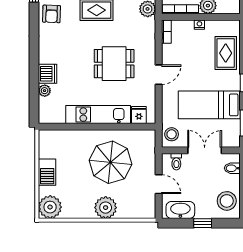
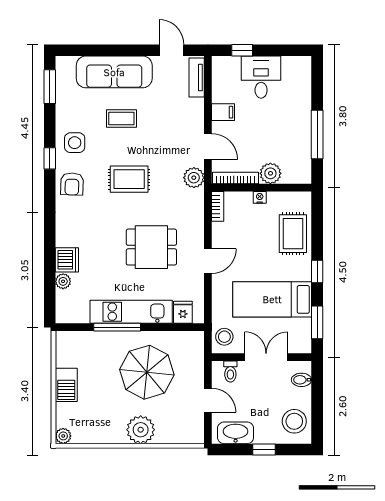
window: (87, 127) -> (117, 327), added
plant: (50, 207) -> (63, 436), width x0.53, depth x0.53

